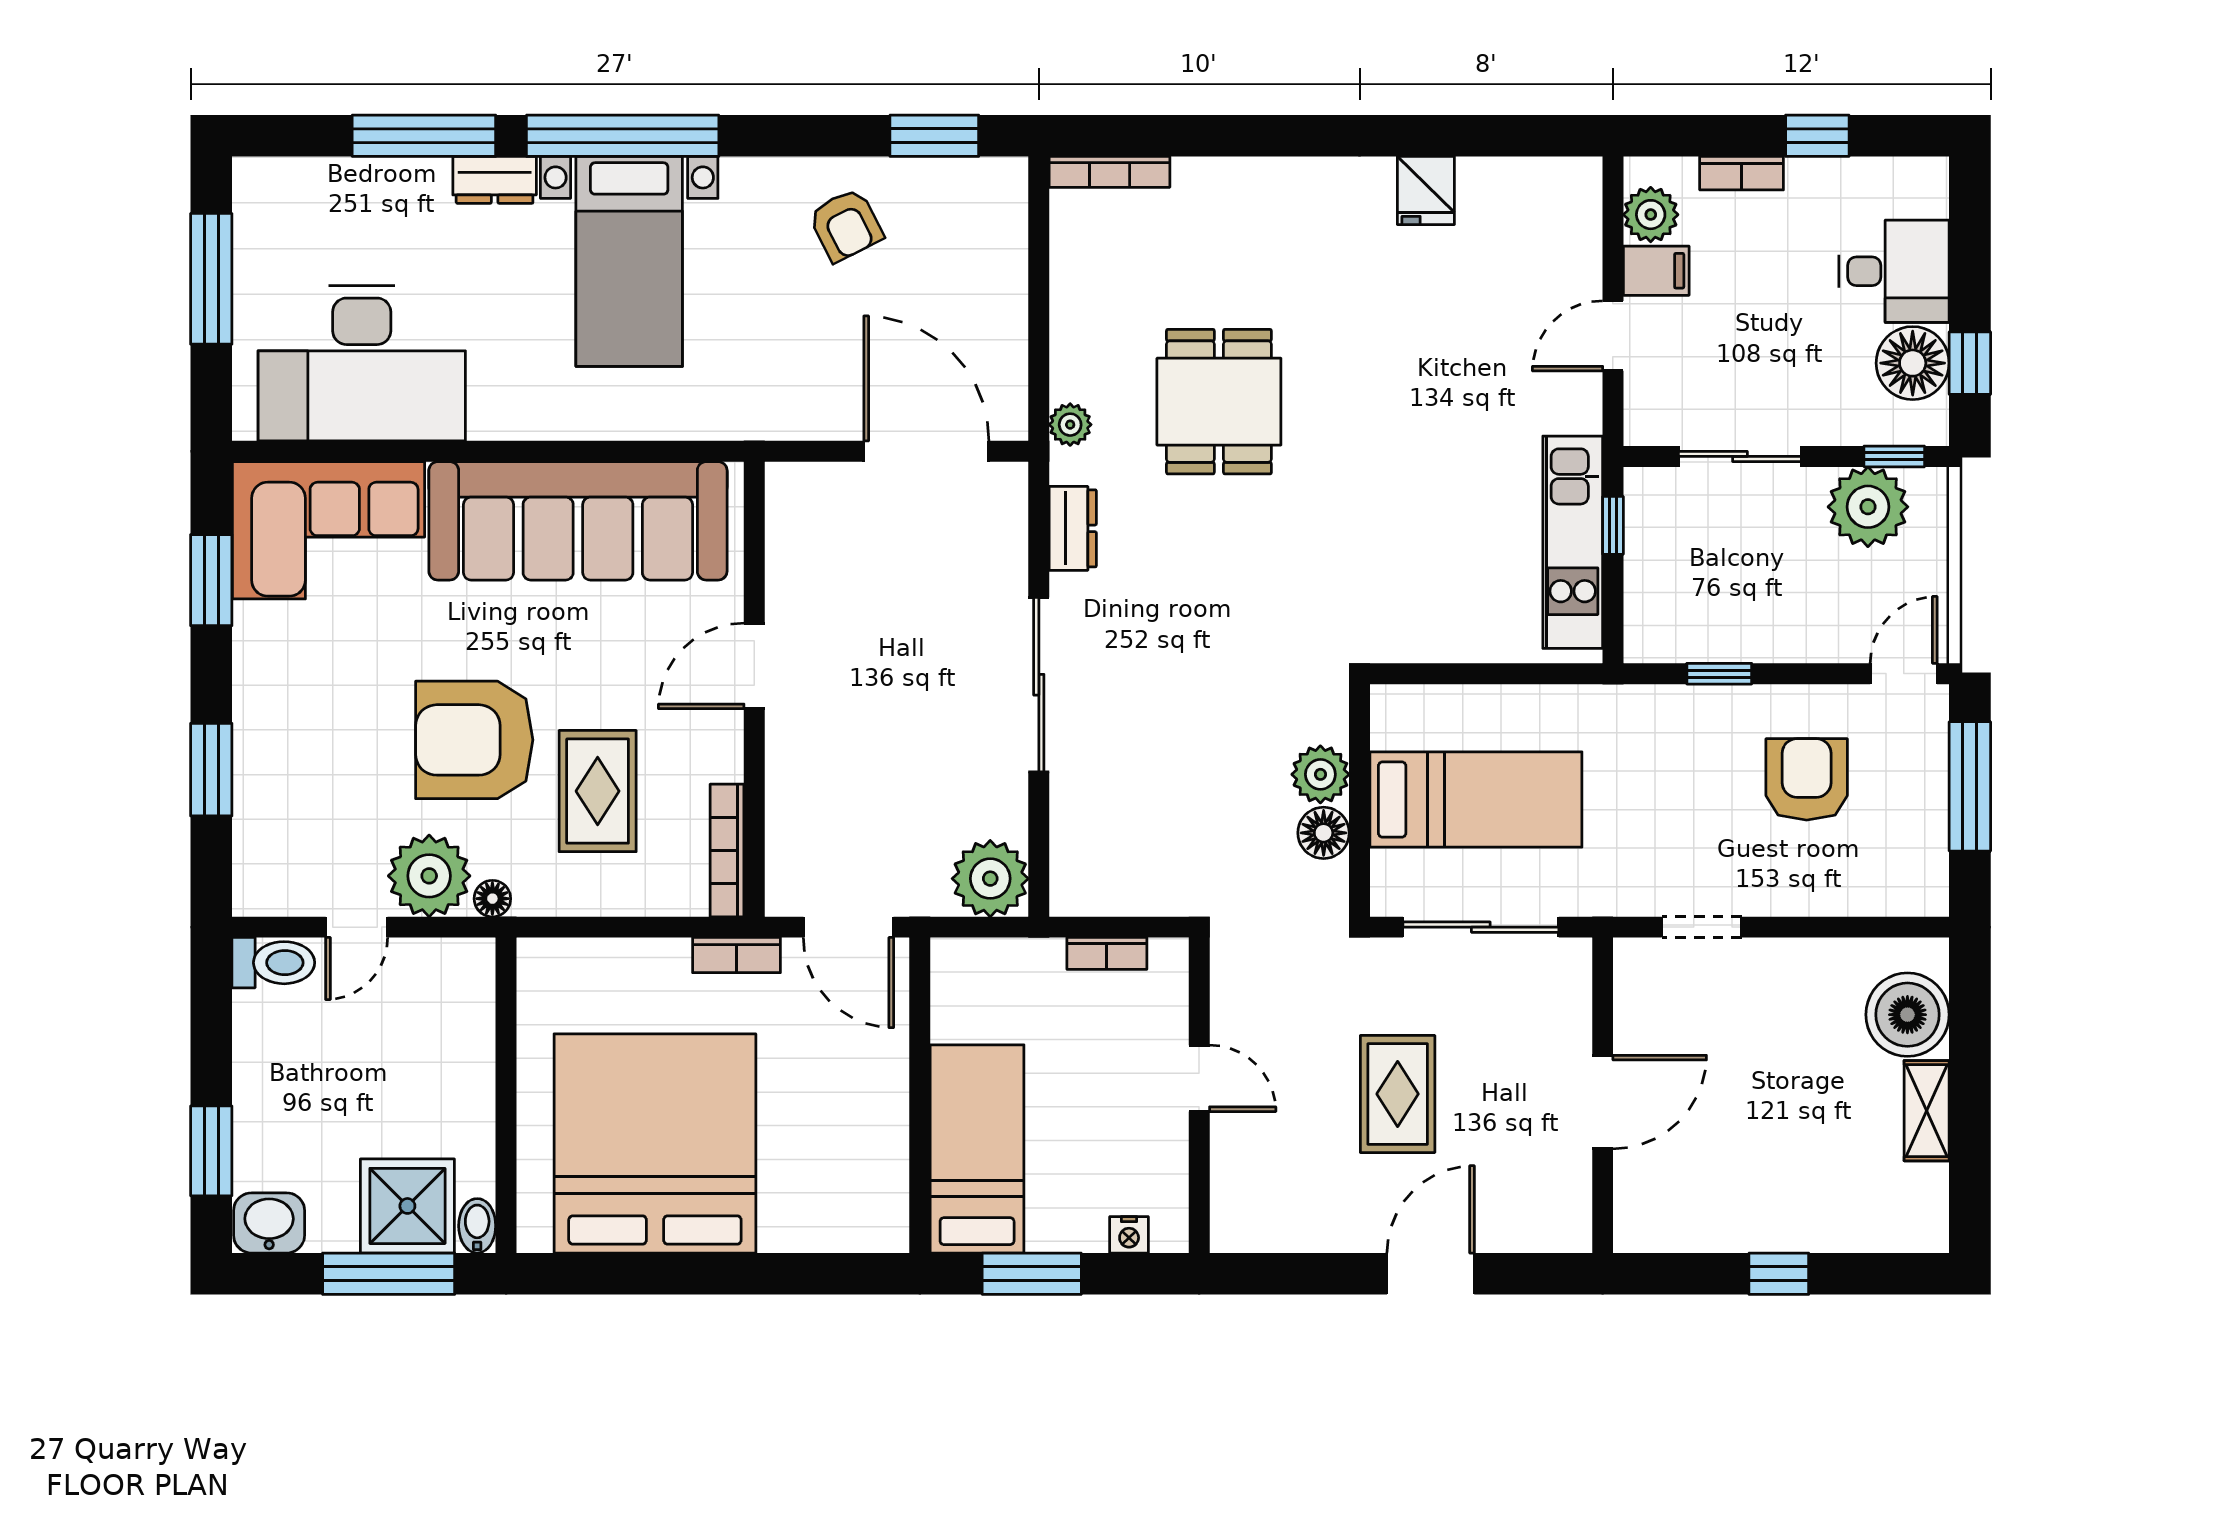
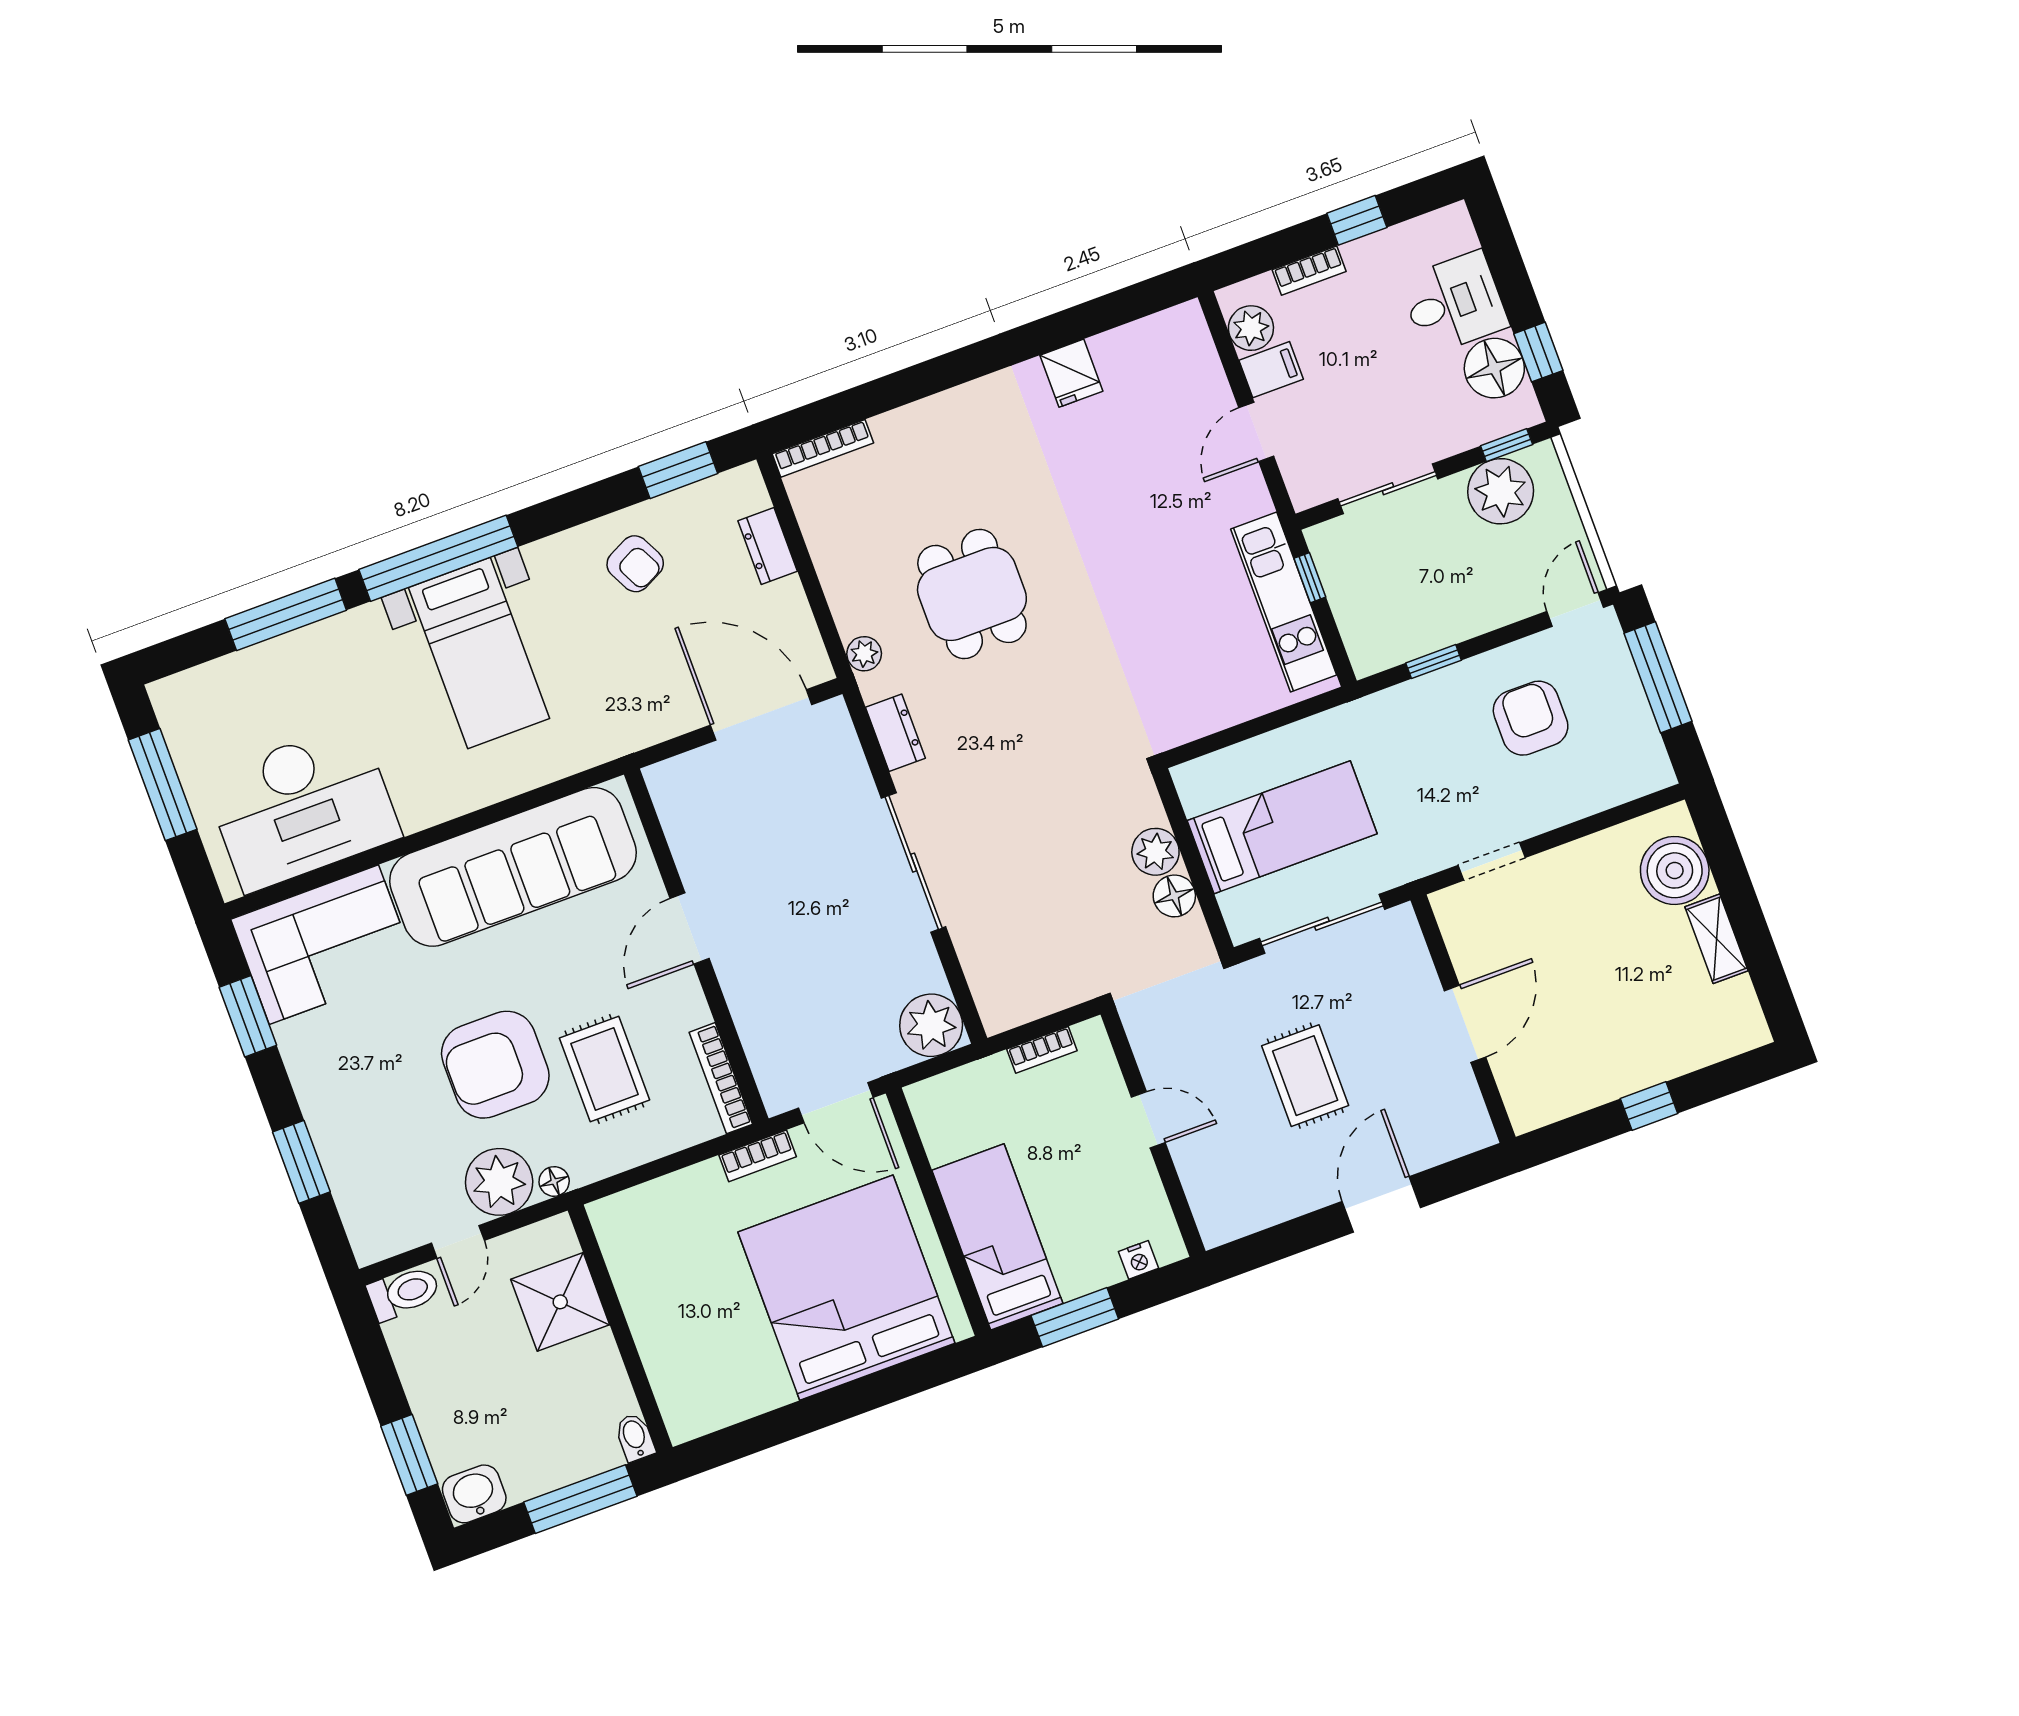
dresser: (495, 180) -> (768, 546), moved, turned 90
bed: (655, 1143) -> (846, 1288), moved
shower: (407, 1206) -> (560, 1302), moved

